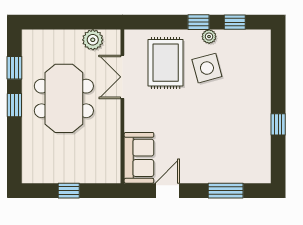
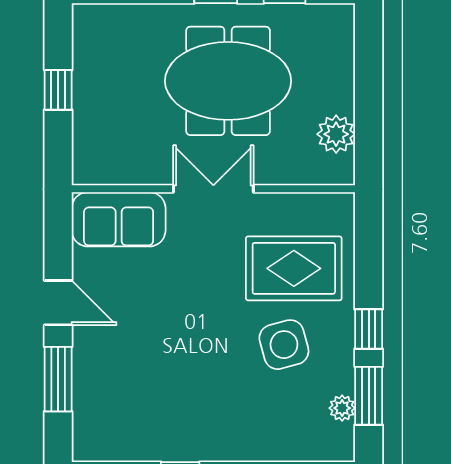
window: (235, 22) -> (369, 396), width x1.50
plant: (209, 37) -> (342, 408), moved
double door: (122, 77) -> (213, 189), moved
door: (167, 191) -> (58, 303), moved

